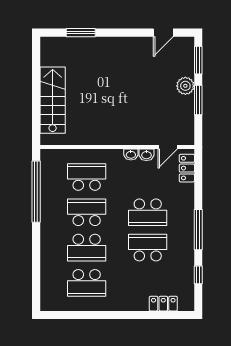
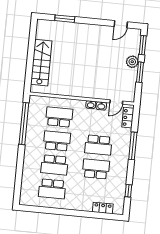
window: (198, 230) -> (133, 146), moved

